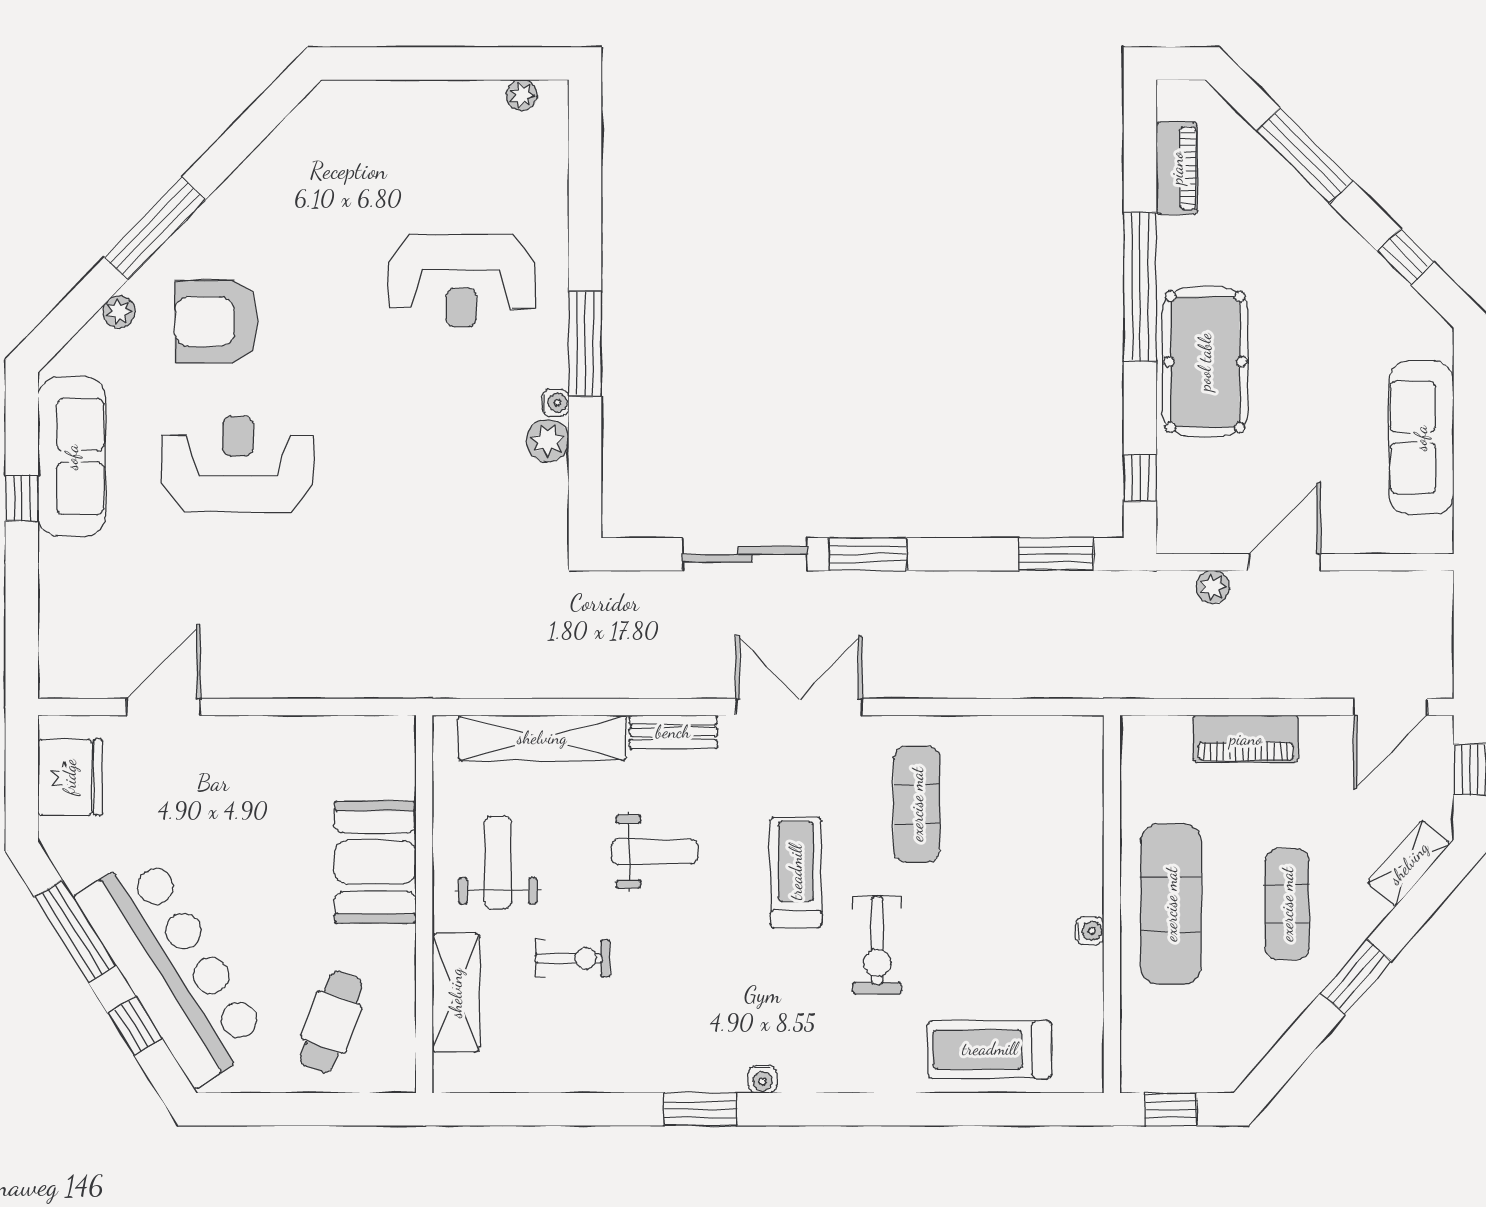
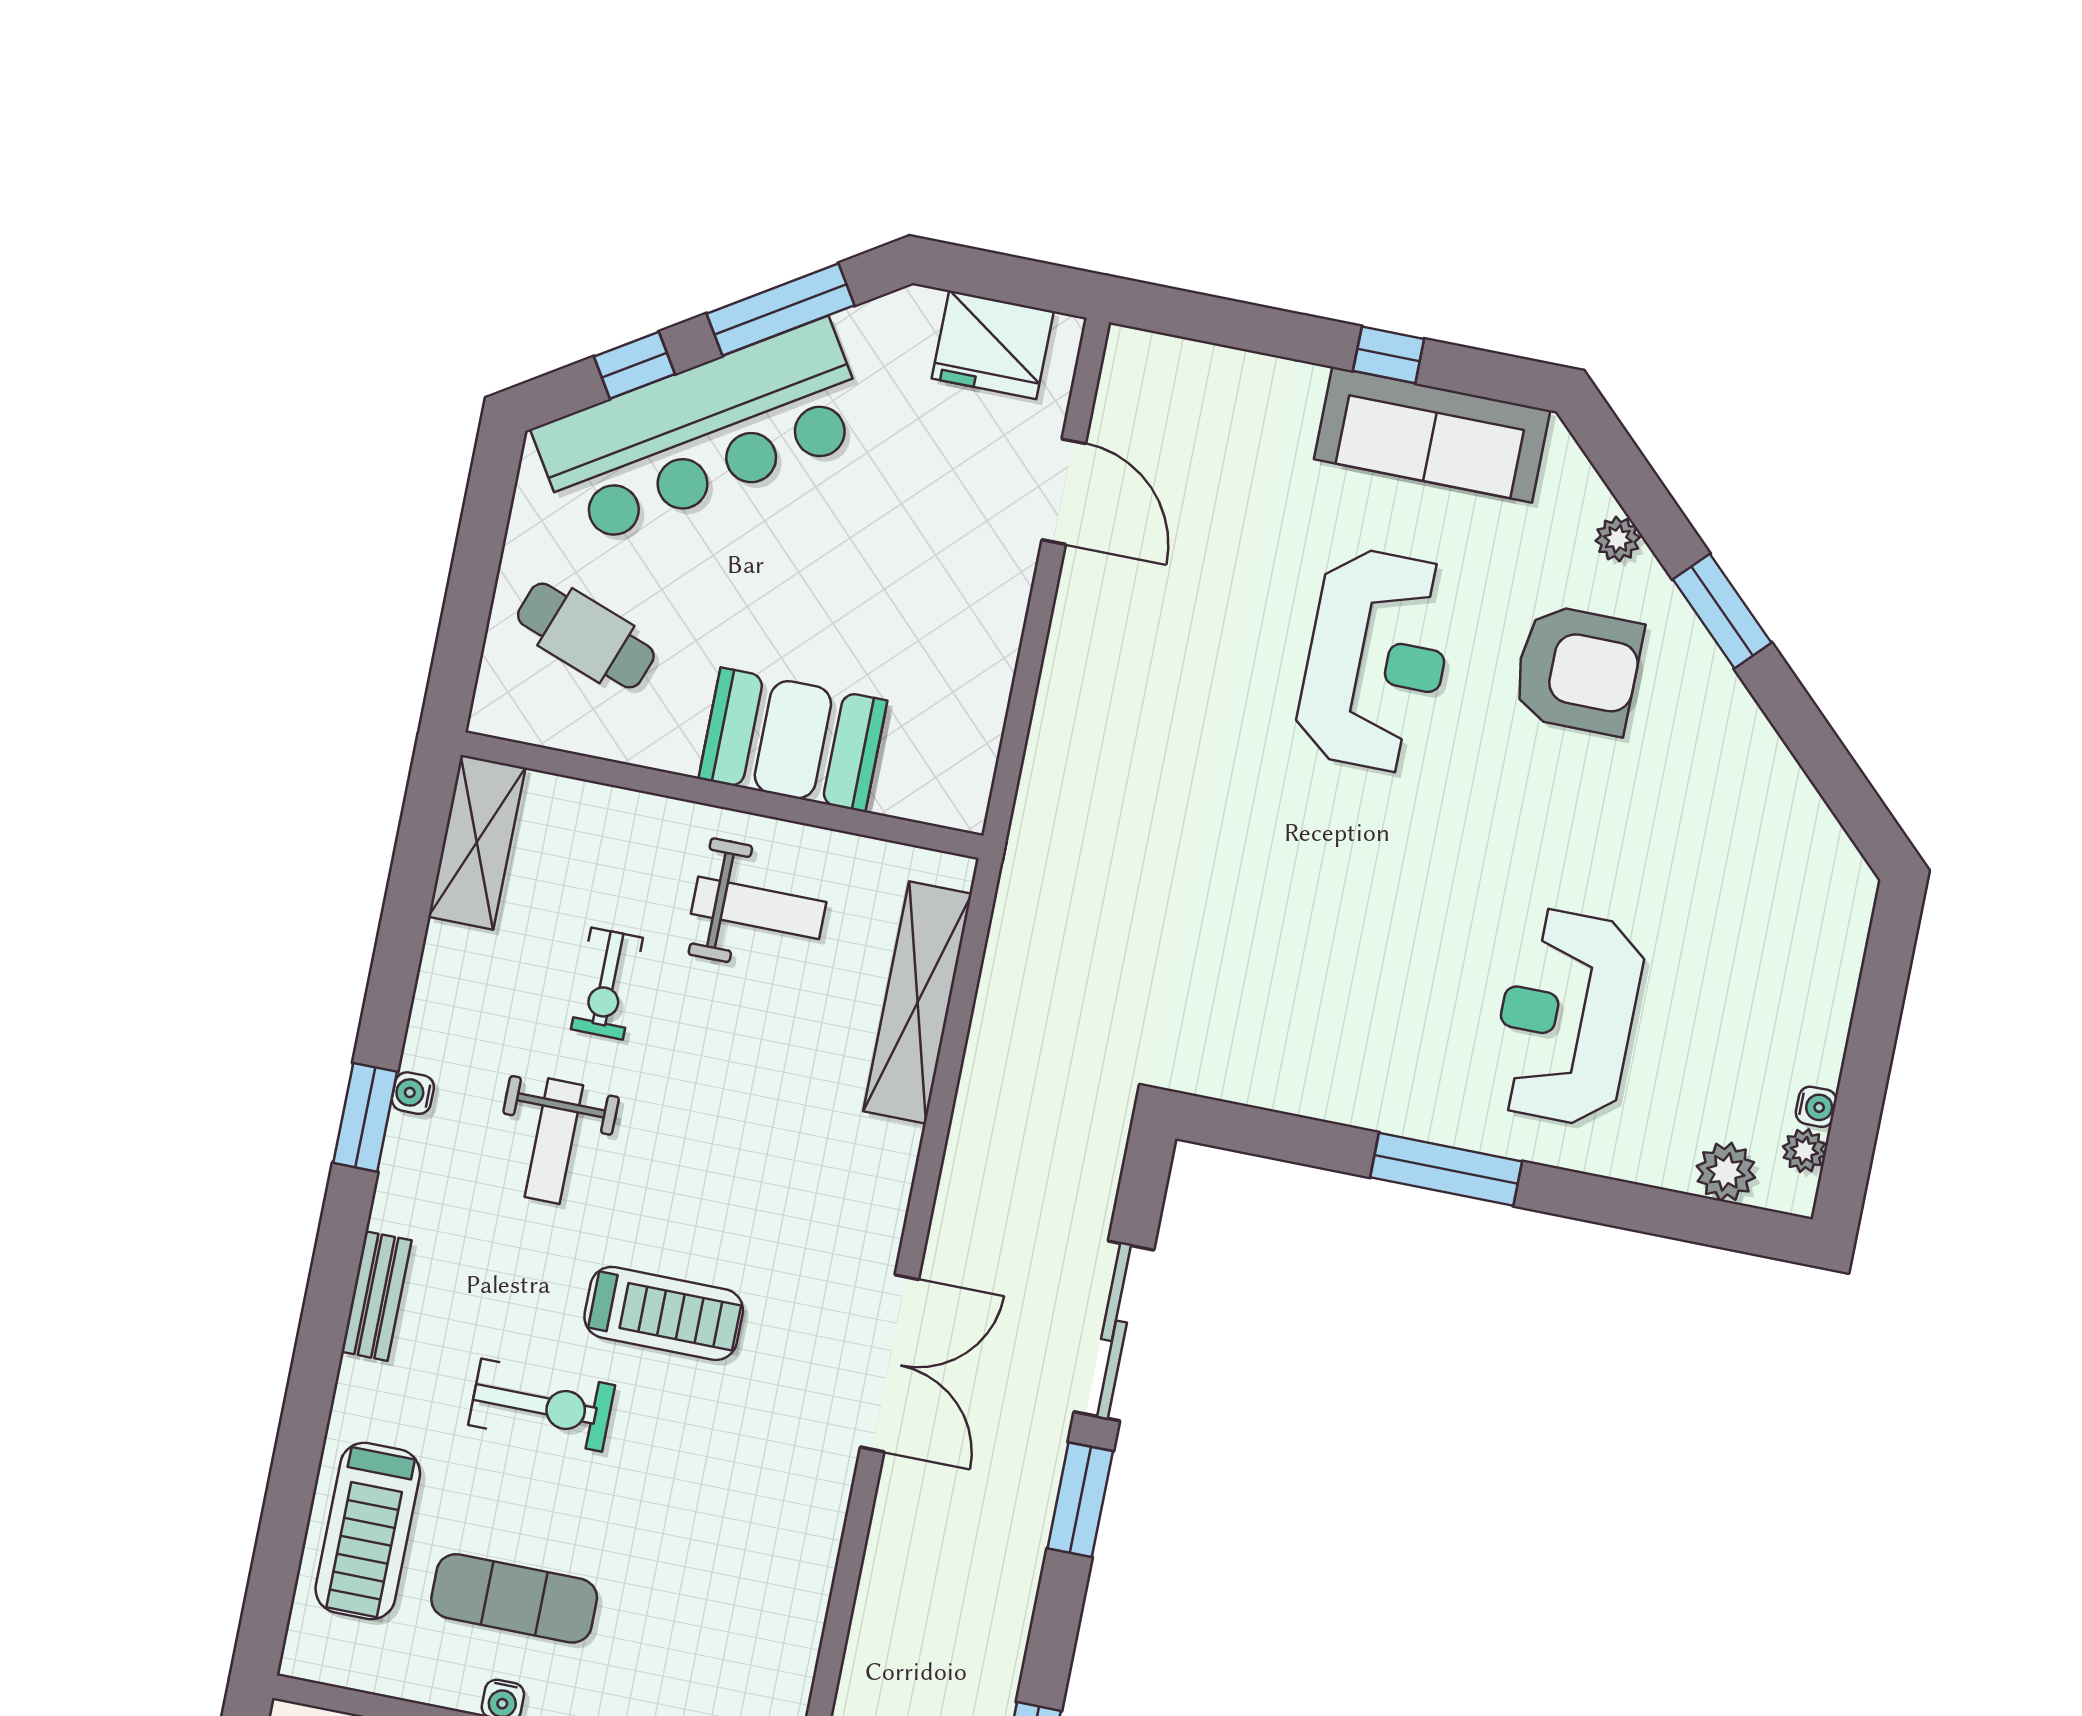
window: (155, 228) -> (1722, 611), width x0.69
armchair: (216, 322) -> (1578, 670), turned 90
water cooler: (555, 403) -> (1816, 1107), moved, turned -90
plant: (548, 441) -> (1726, 1172), moved
bench: (673, 732) -> (376, 1296), moved
exercise mat: (917, 804) -> (514, 1598), moved
weight bench: (655, 852) -> (554, 1141), moved
exercise bike: (877, 945) -> (542, 1405), turned 180
shelving: (456, 993) -> (477, 842), moved, turned 90
treadmill: (990, 1049) -> (368, 1531), turned 180
water cooler: (763, 1079) -> (413, 1093), moved

